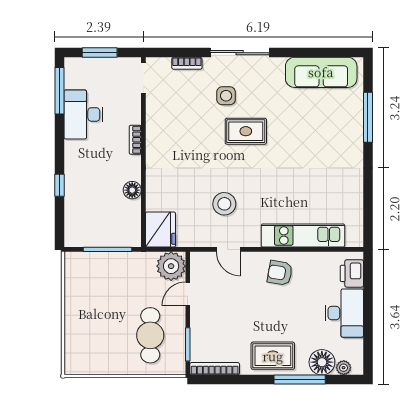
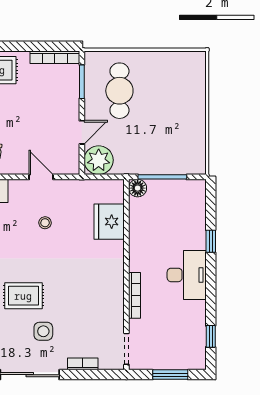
window: (59, 91) -> (211, 336), width x0.46
desk: (83, 114) -> (187, 275), moved
bookcase: (135, 140) -> (135, 295), width x1.56
floor lamp: (132, 190) -> (138, 188), moved
stool: (224, 204) -> (45, 223), width x0.53, depth x0.53
fridge: (160, 230) -> (109, 222), moved

